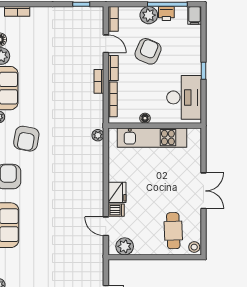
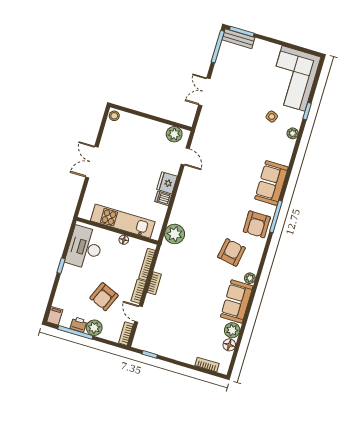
plant: (98, 135) -> (175, 234), width x1.88, depth x1.88
dishwasher: (116, 210) -> (163, 198), moved
cafe table: (173, 231) -> (128, 135), removed

